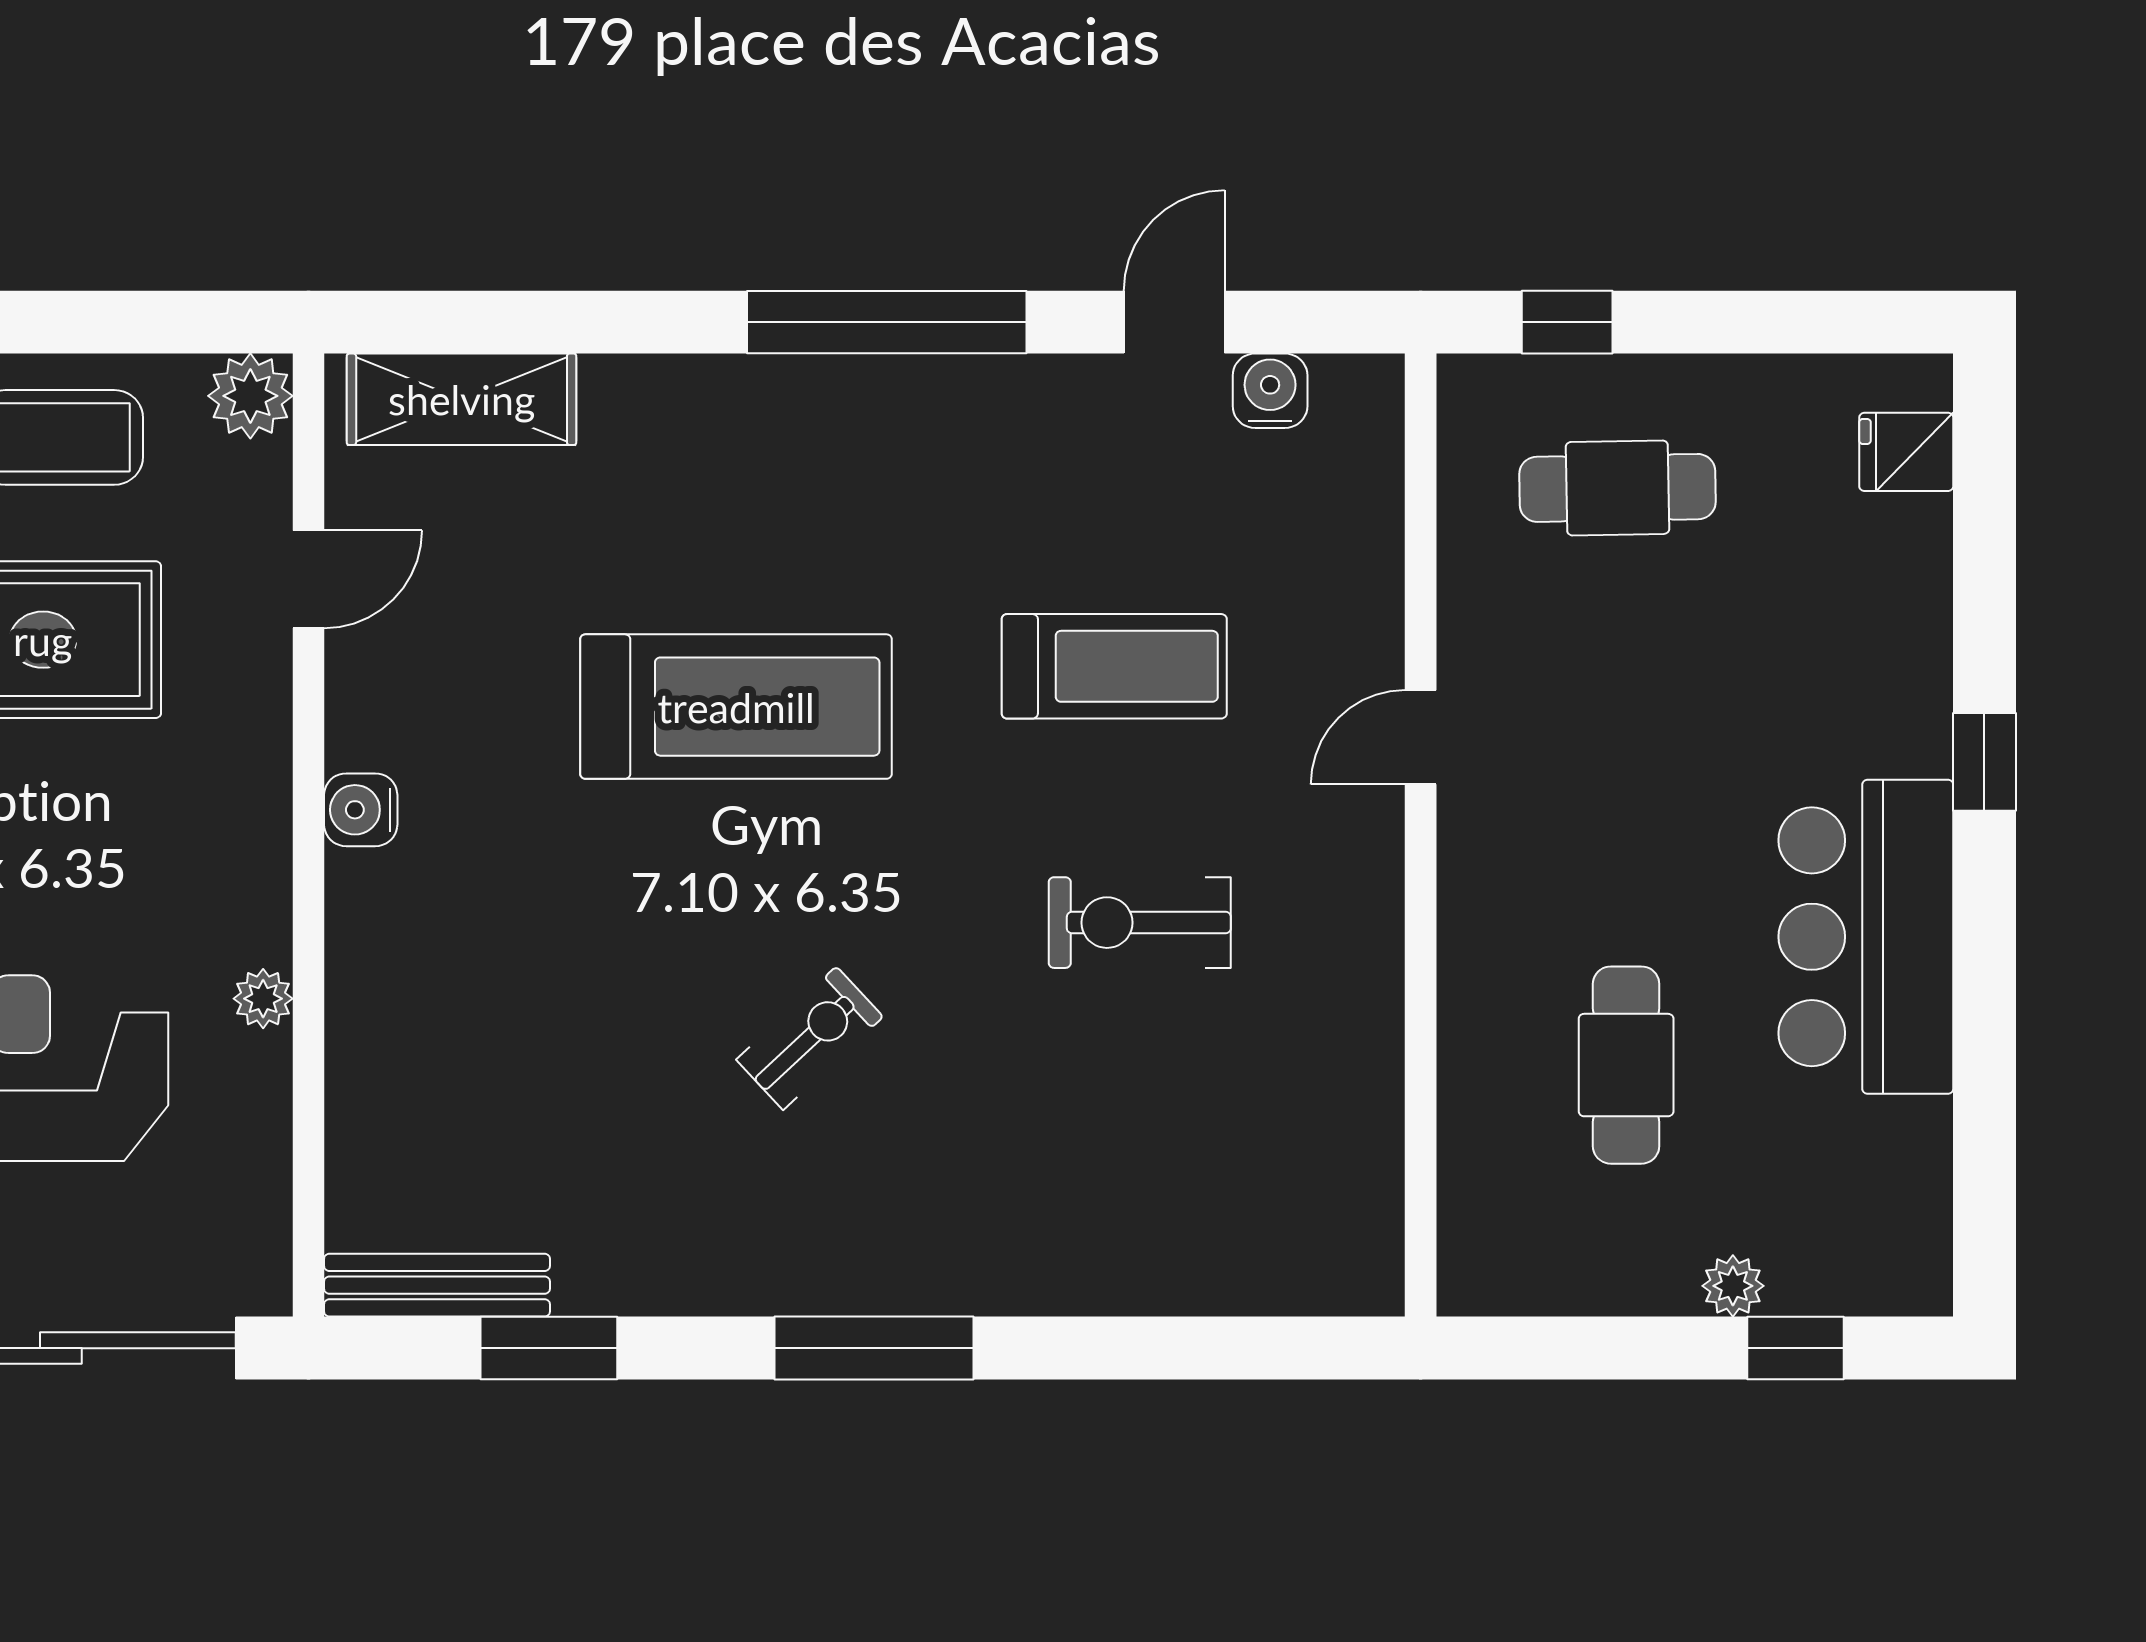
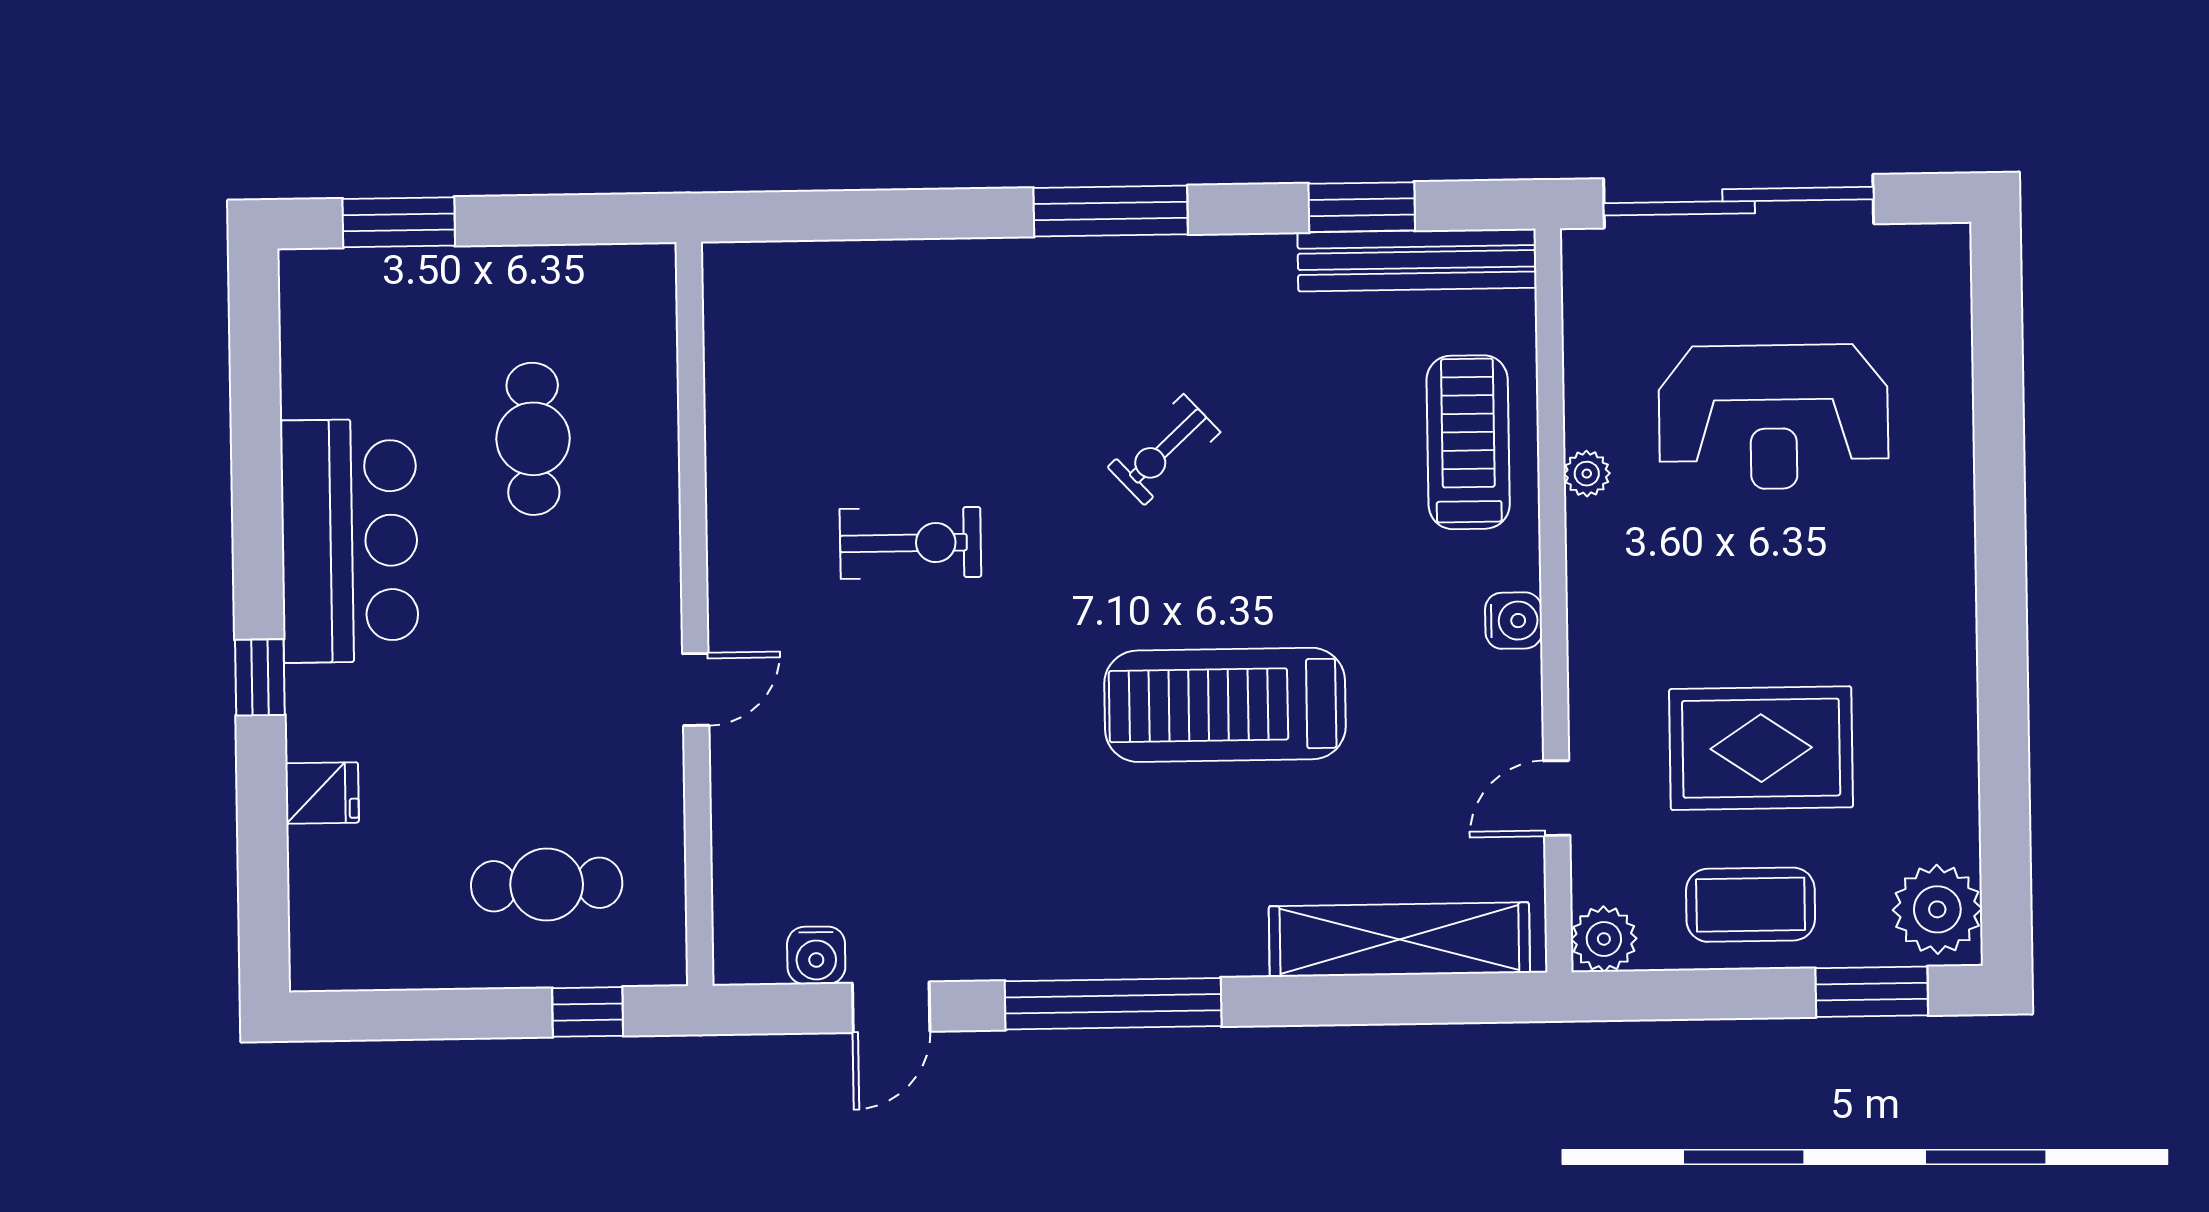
shelving: (462, 399) -> (1399, 940), width x1.47
fridge: (1906, 452) -> (322, 793), moved
treadmill: (1114, 666) -> (1468, 442), moved, turned 90
bench: (437, 1285) -> (1417, 260), width x1.37, depth x1.21
plant: (1733, 1286) -> (448, 270), removed
window: (1796, 1348) -> (399, 222), width x1.50

